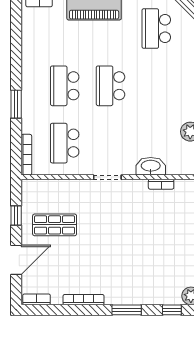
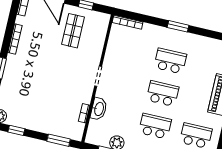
window: (16, 104) -> (178, 26), moved
school desk: (65, 143) -> (155, 126), moved

